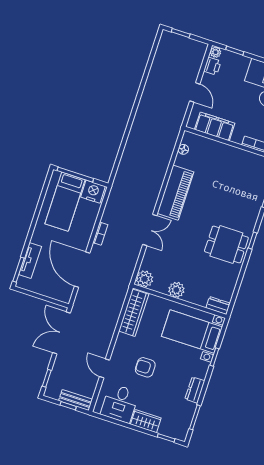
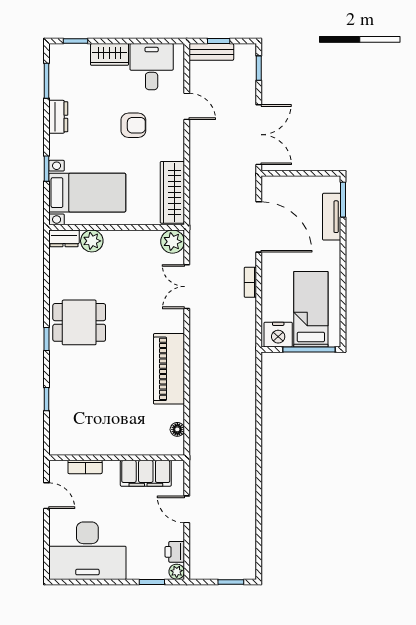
double door: (150, 230) -> (187, 287), moved
plant: (176, 290) -> (92, 241), moved

